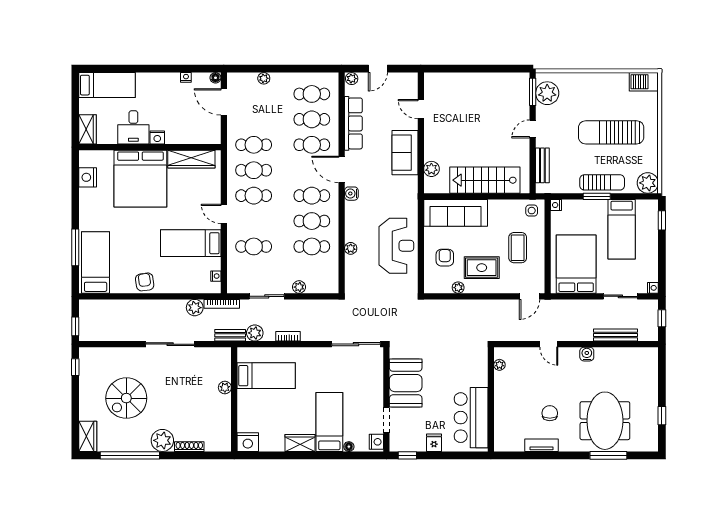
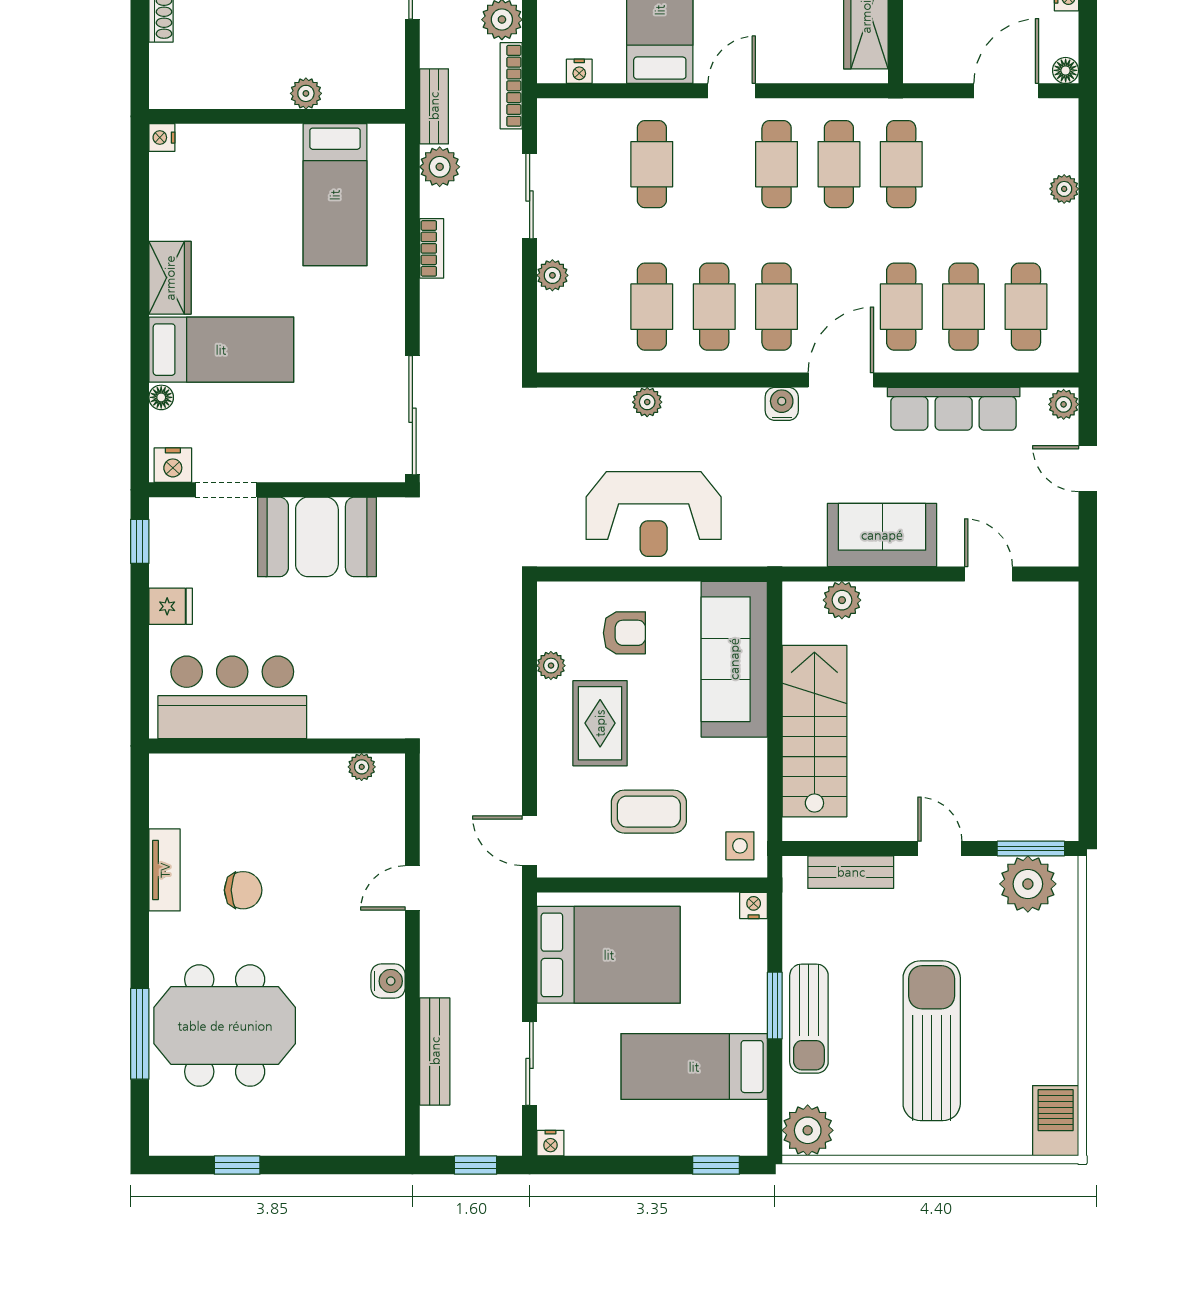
door: (421, 109) -> (989, 574), hinge flipped
nightstand: (248, 442) -> (162, 138), width x0.53, depth x0.56

